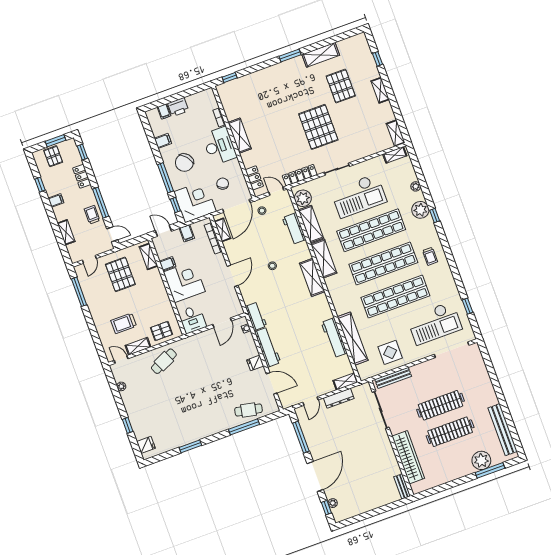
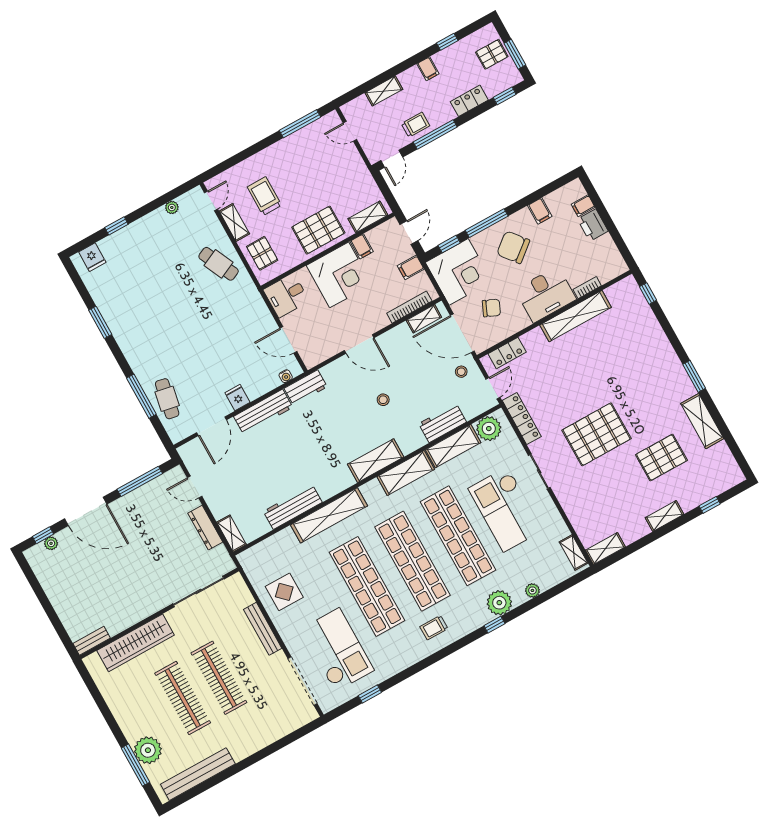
shelving: (240, 136) -> (576, 316), width x1.47
pallet: (120, 274) -> (318, 230), moved
checkout: (434, 323) -> (337, 650), turned 180
shelving: (353, 339) -> (329, 515), moved
bench: (393, 378) -> (263, 629), moved

